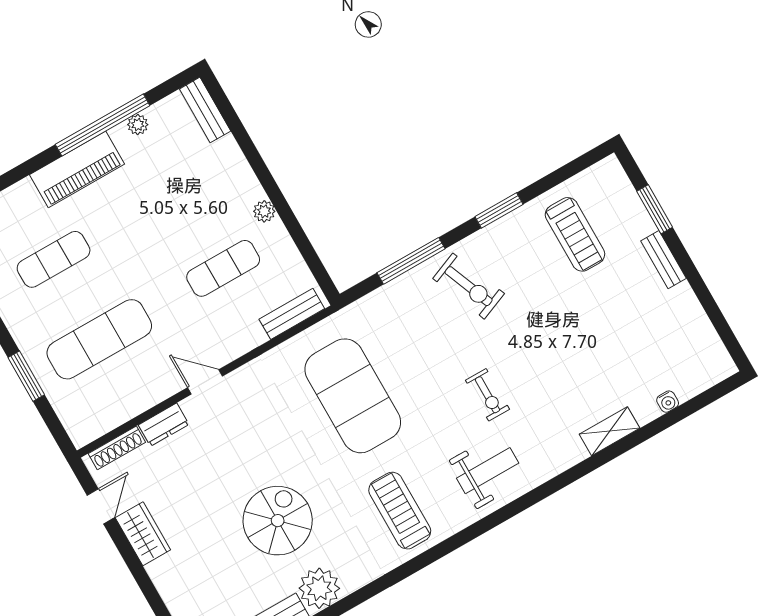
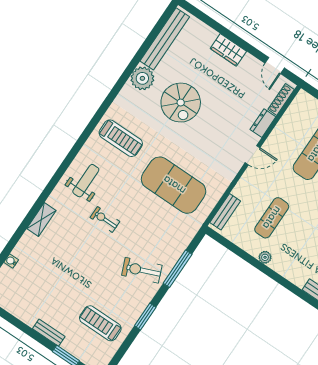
shelving: (610, 431) -> (41, 219), moved
weight bench: (488, 471) -> (86, 181), turned 180
wardrobe: (143, 534) -> (228, 50), moved

